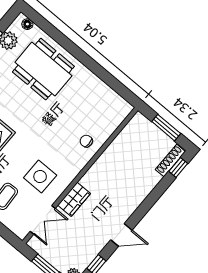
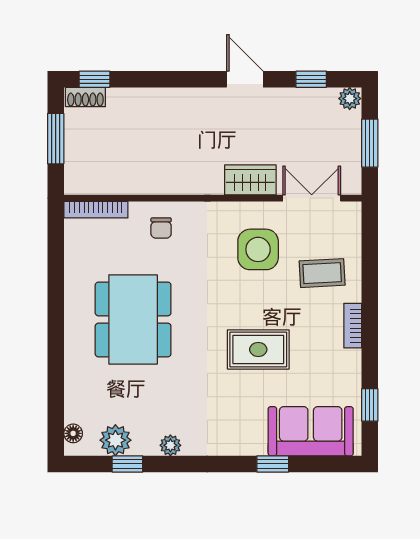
dining table: (43, 69) -> (133, 319), moved
bookcase: (119, 119) -> (96, 210), added
shoe rack: (170, 161) -> (85, 97), width x0.70

